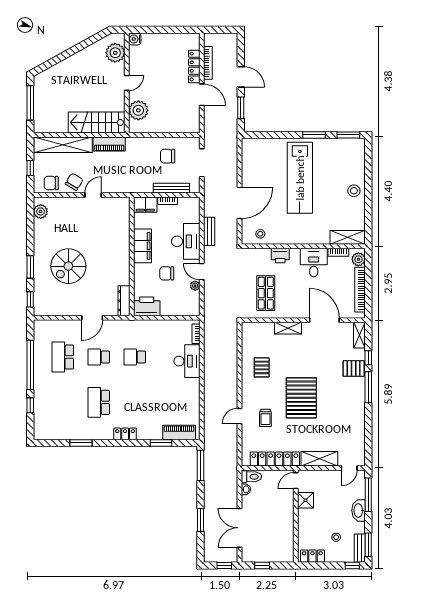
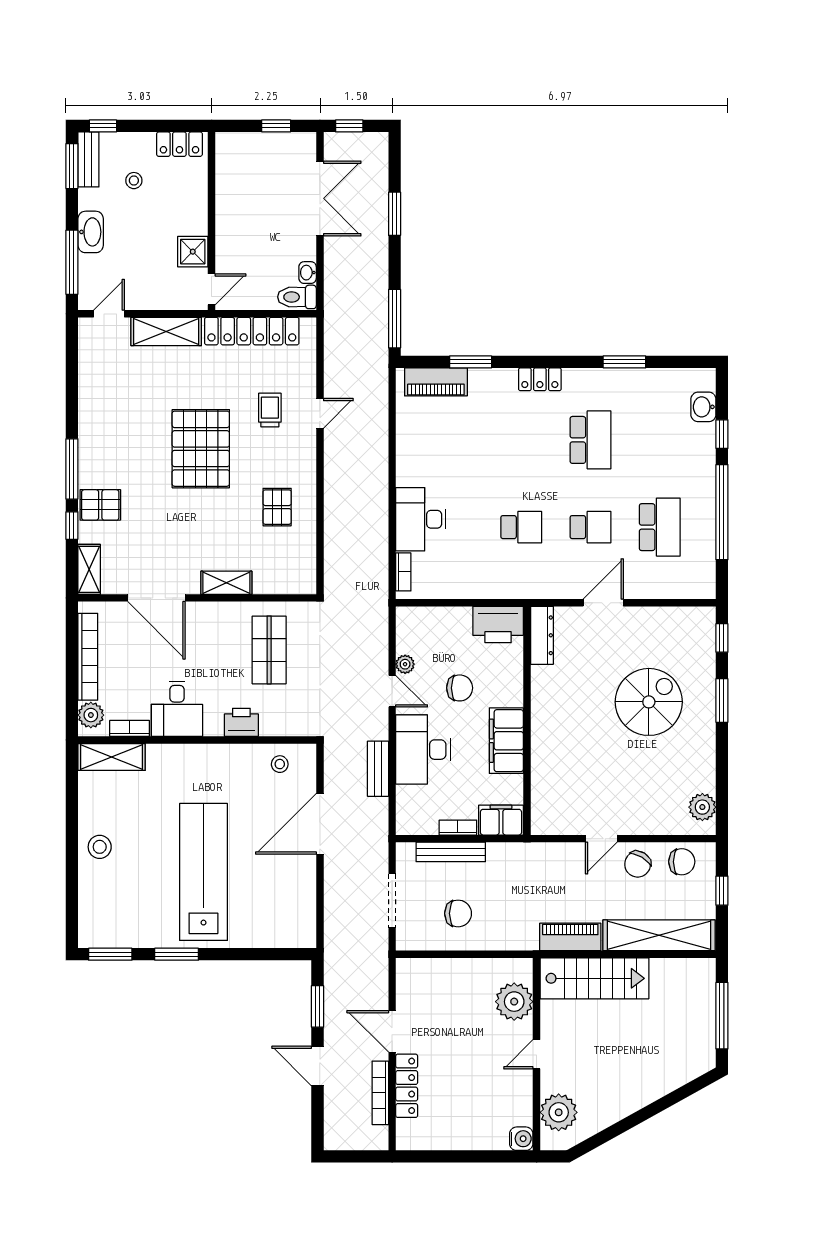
washbasin: (40, 420) -> (703, 407), added

